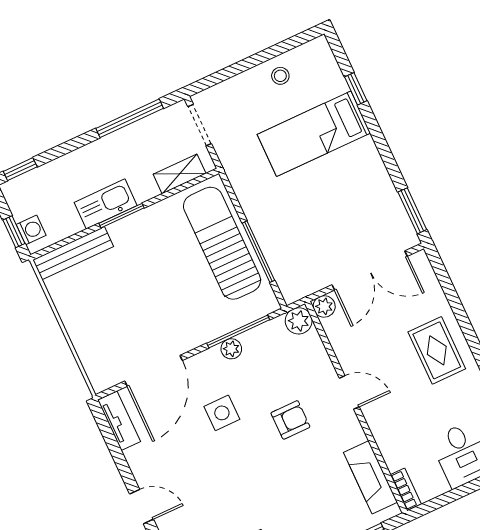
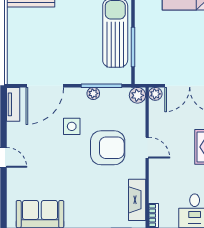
armchair: (290, 420) -> (108, 148), width x1.88, depth x1.88

